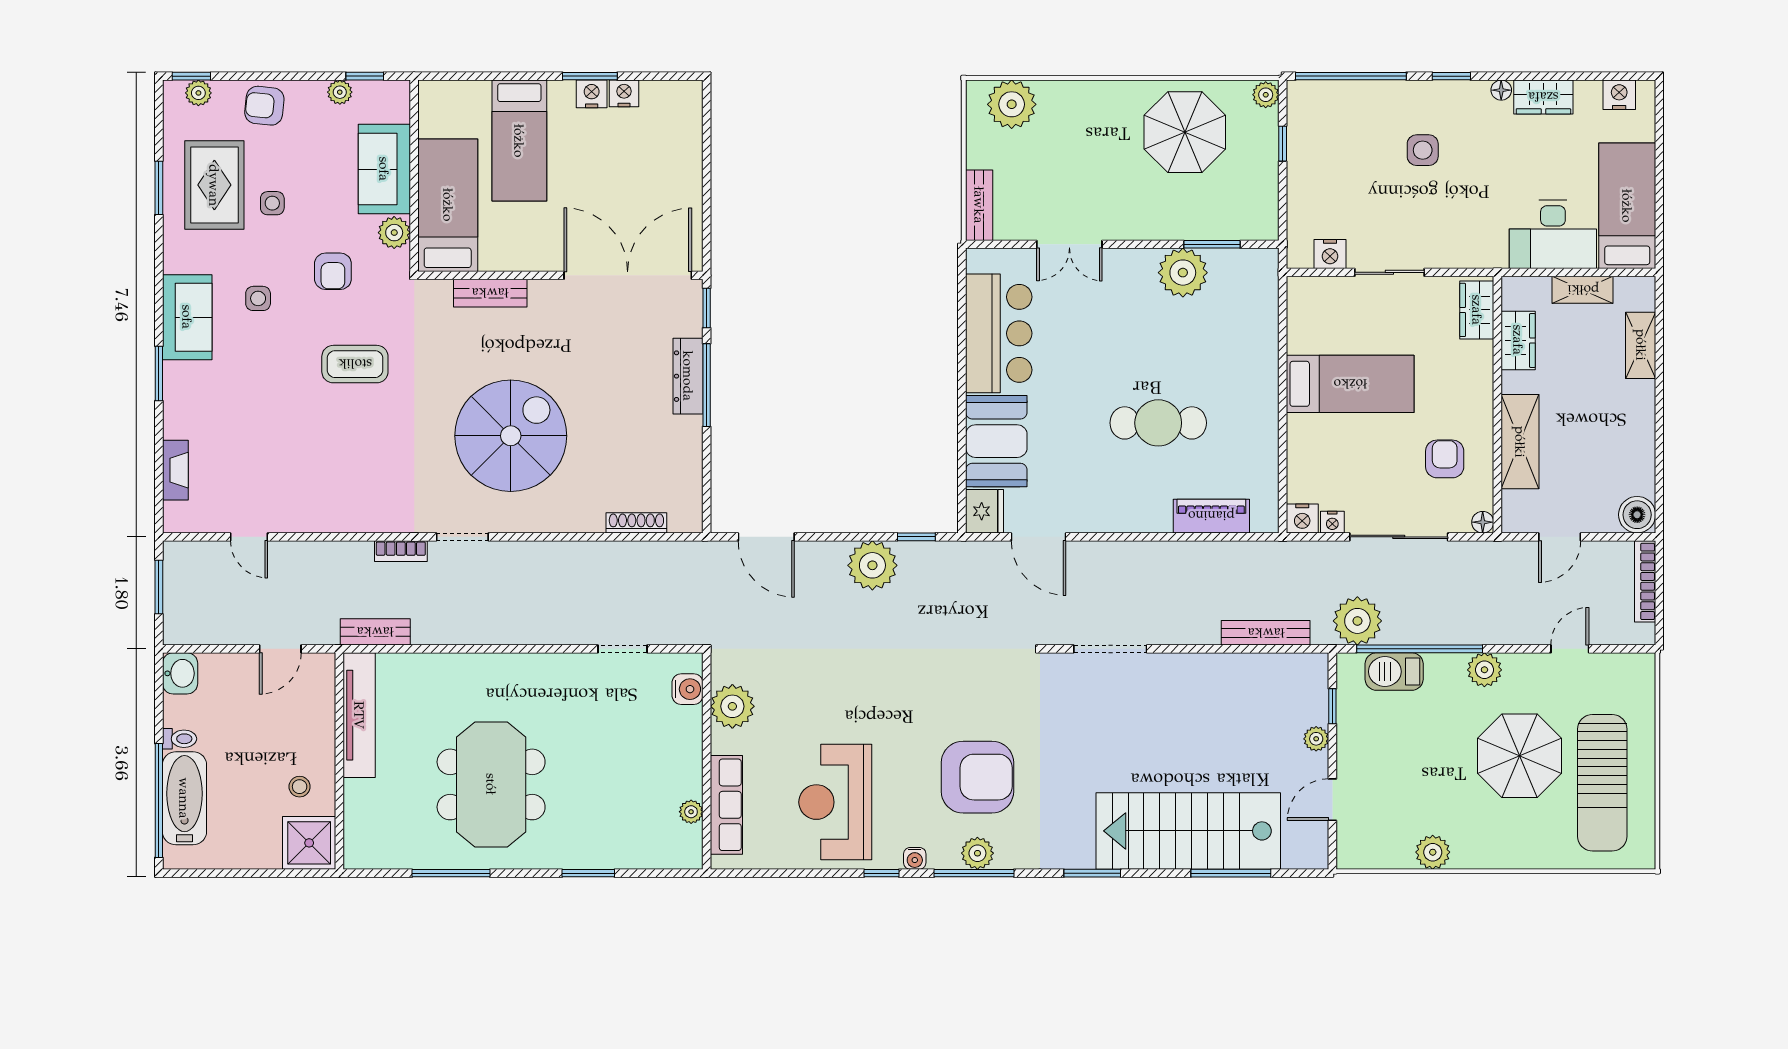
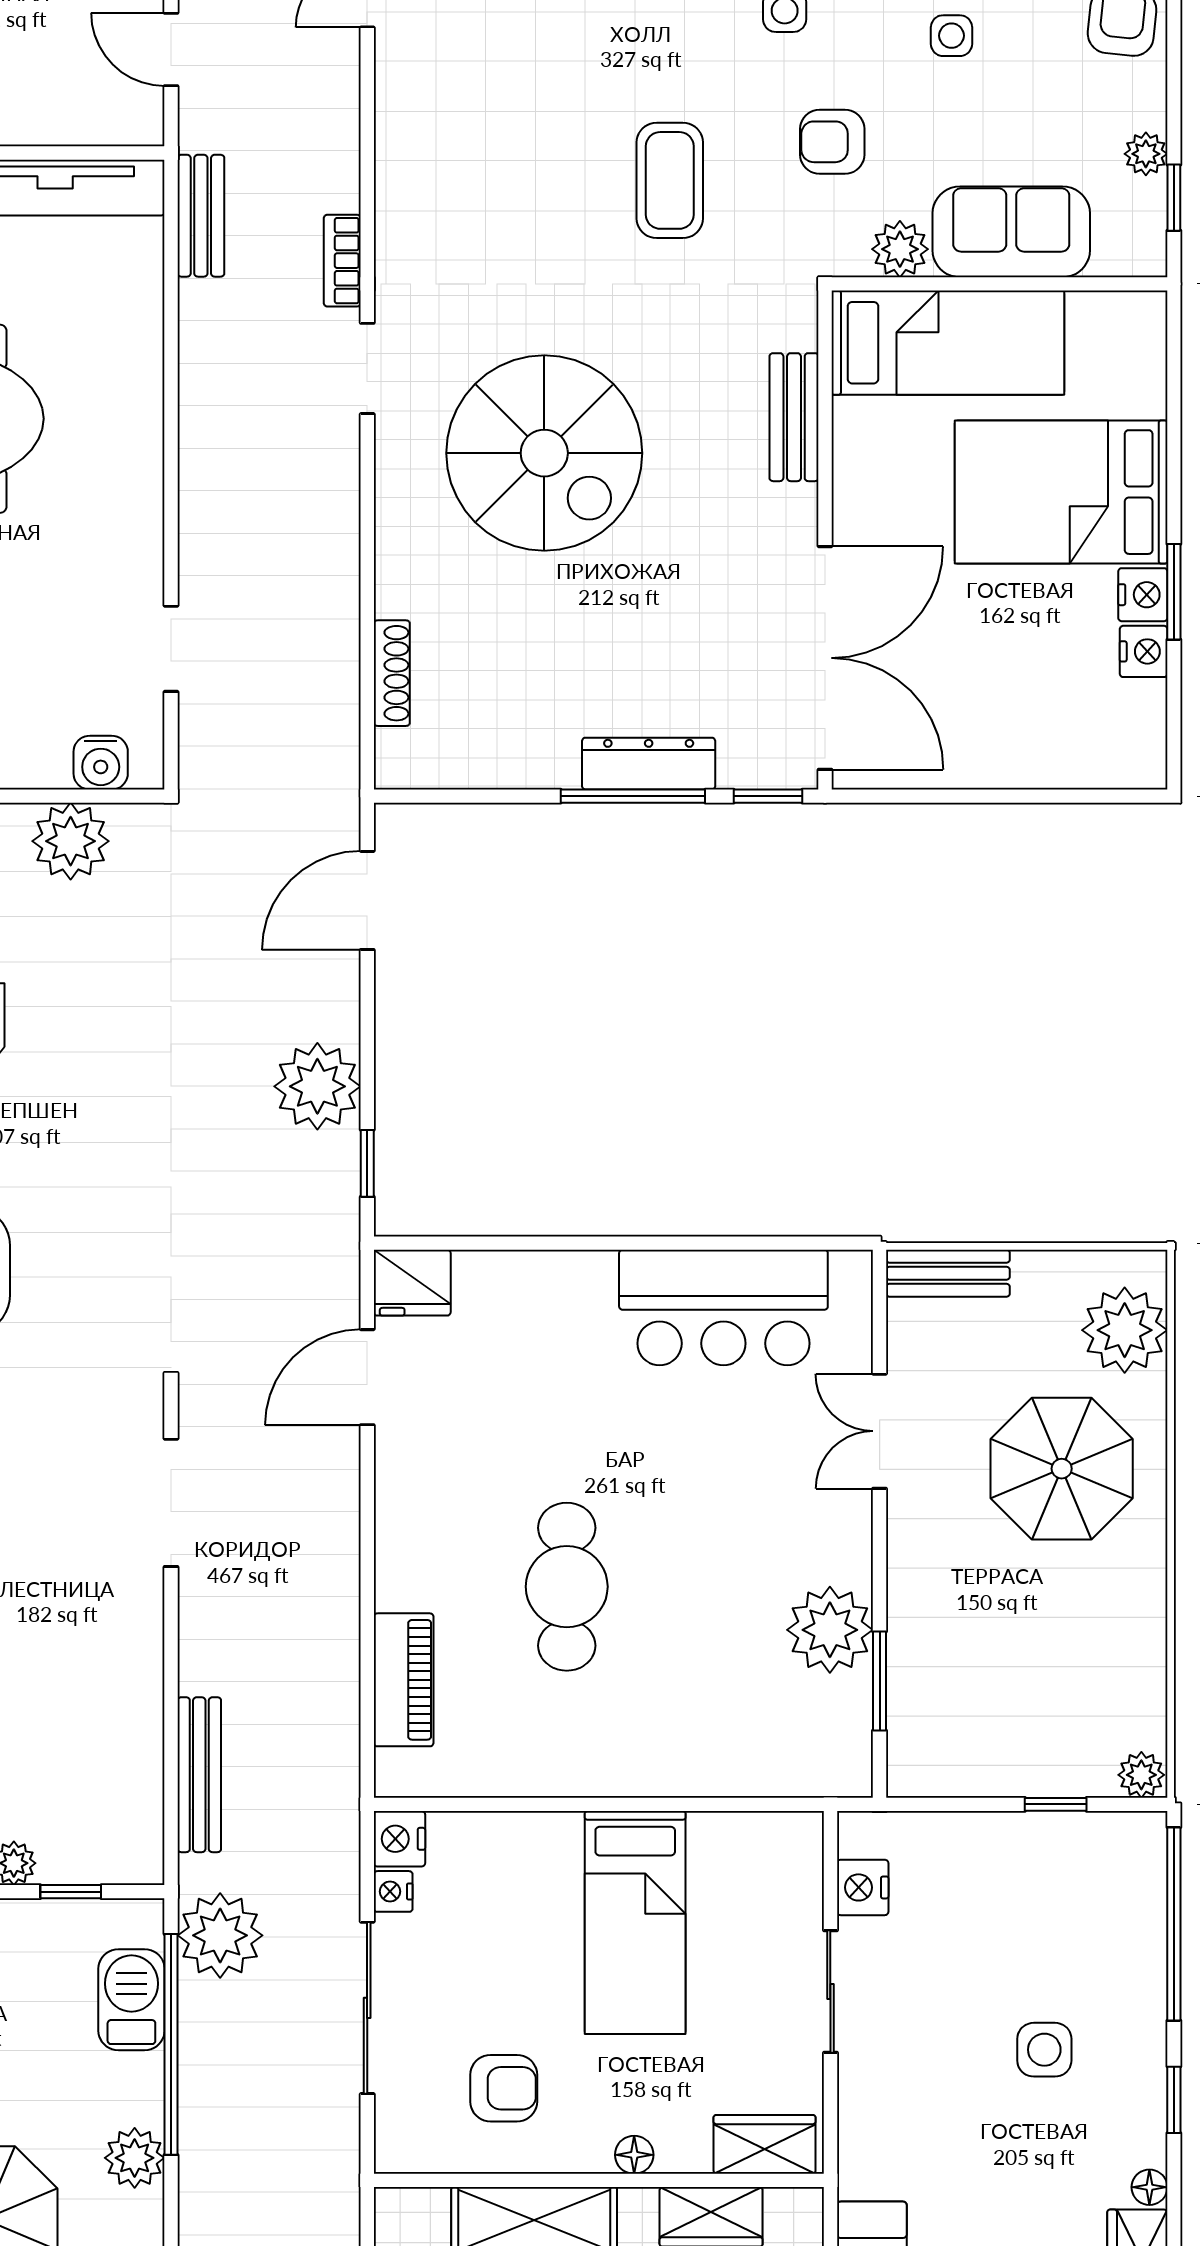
parasol: (1185, 132) -> (1062, 1469), moved
bed: (519, 141) -> (1061, 492), width x1.50
booth: (996, 441) -> (535, 1303), removed
floor lamp: (1483, 522) -> (634, 2155), moved

